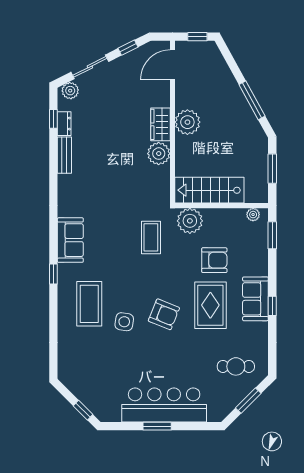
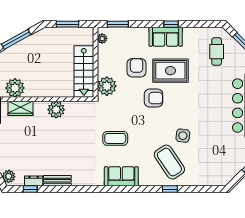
plant: (187, 122) -> (15, 88), moved
wardrobe: (160, 124) -> (20, 108), moved
coffee table: (151, 237) -> (115, 138), moved
window: (53, 274) -> (170, 189), moved
coffee table: (89, 304) -> (169, 162), turned 56
armchair: (164, 314) -> (153, 98), moved, turned 68

